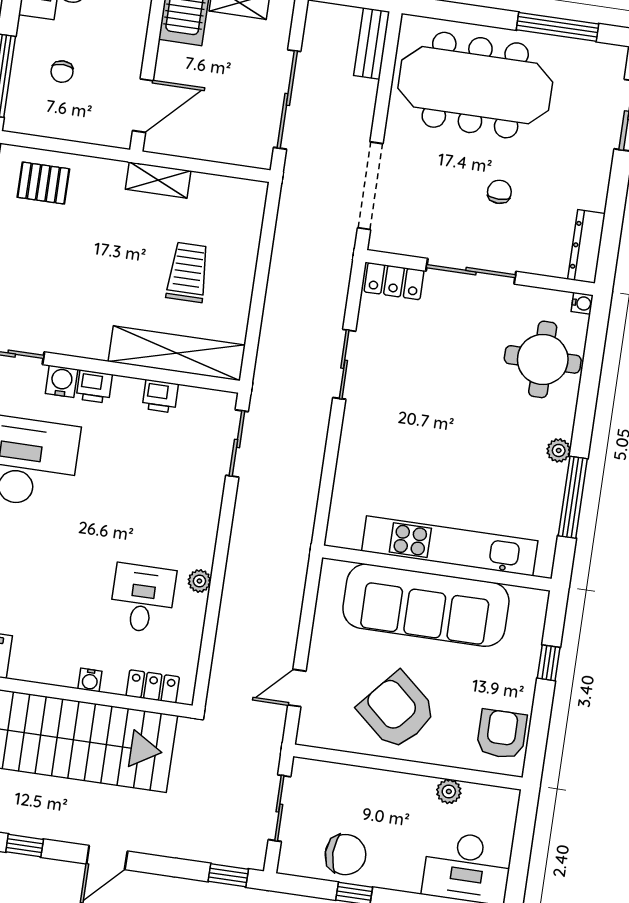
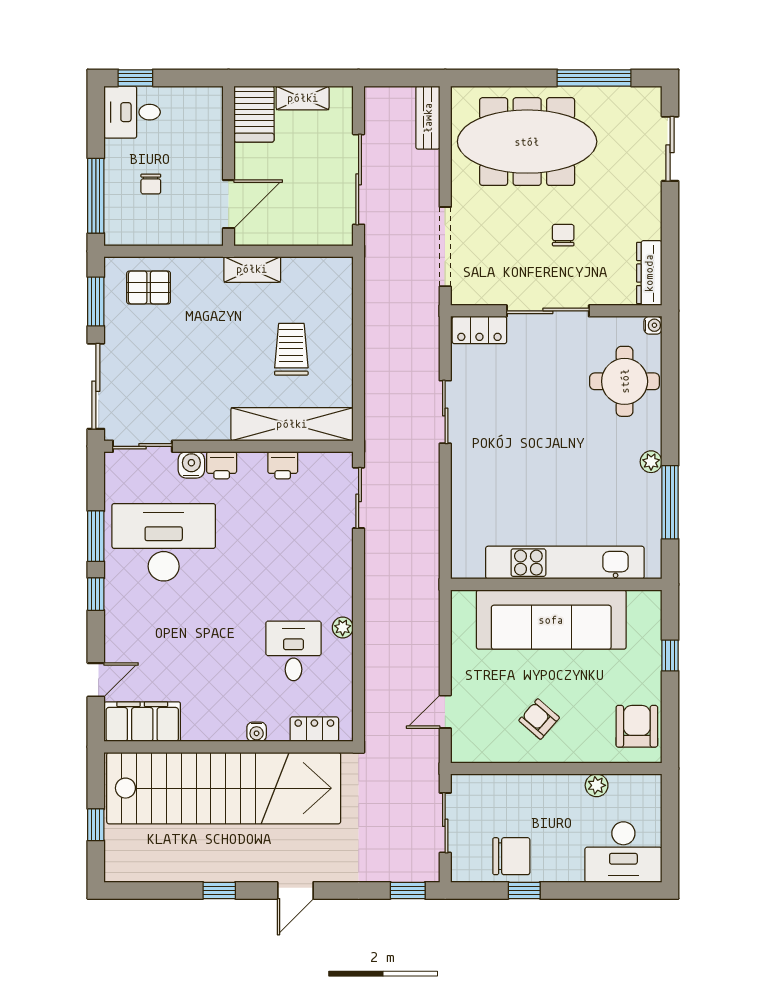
armchair: (397, 711) -> (539, 719), width x0.53, depth x0.53

